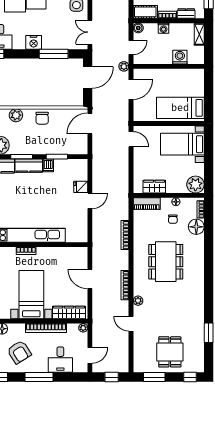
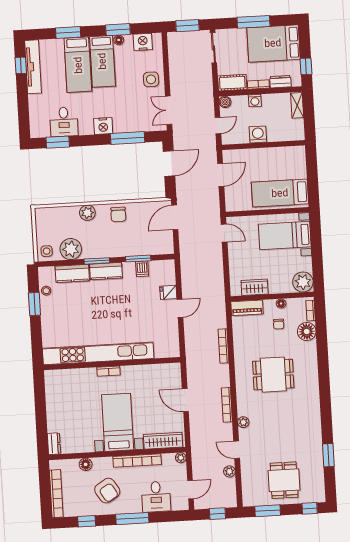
washing machine: (180, 57) -> (258, 134), moved
plant: (124, 66) -> (229, 471), moved
dishwasher: (48, 165) -> (142, 269), moved
dining table: (166, 262) -> (273, 375), width x0.73

